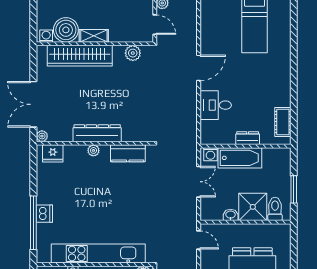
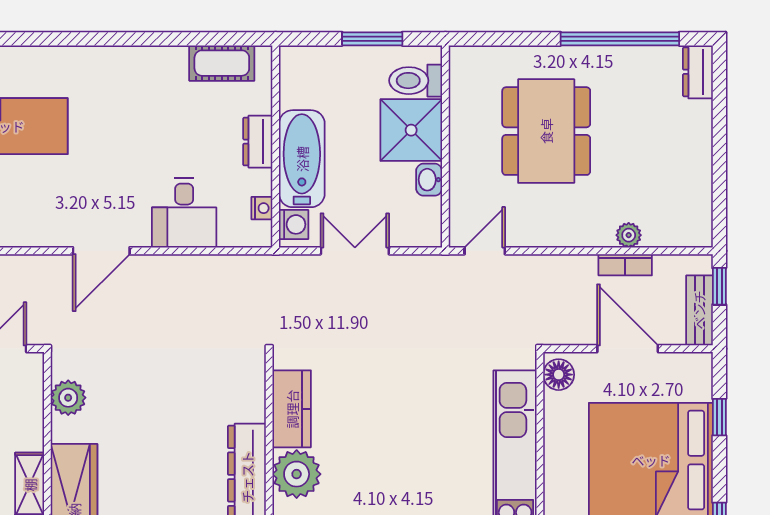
door: (199, 68) -> (101, 251), swing flipped
nightstand: (218, 140) -> (262, 208), added
plant: (93, 150) -> (297, 474), width x1.87, depth x1.87

